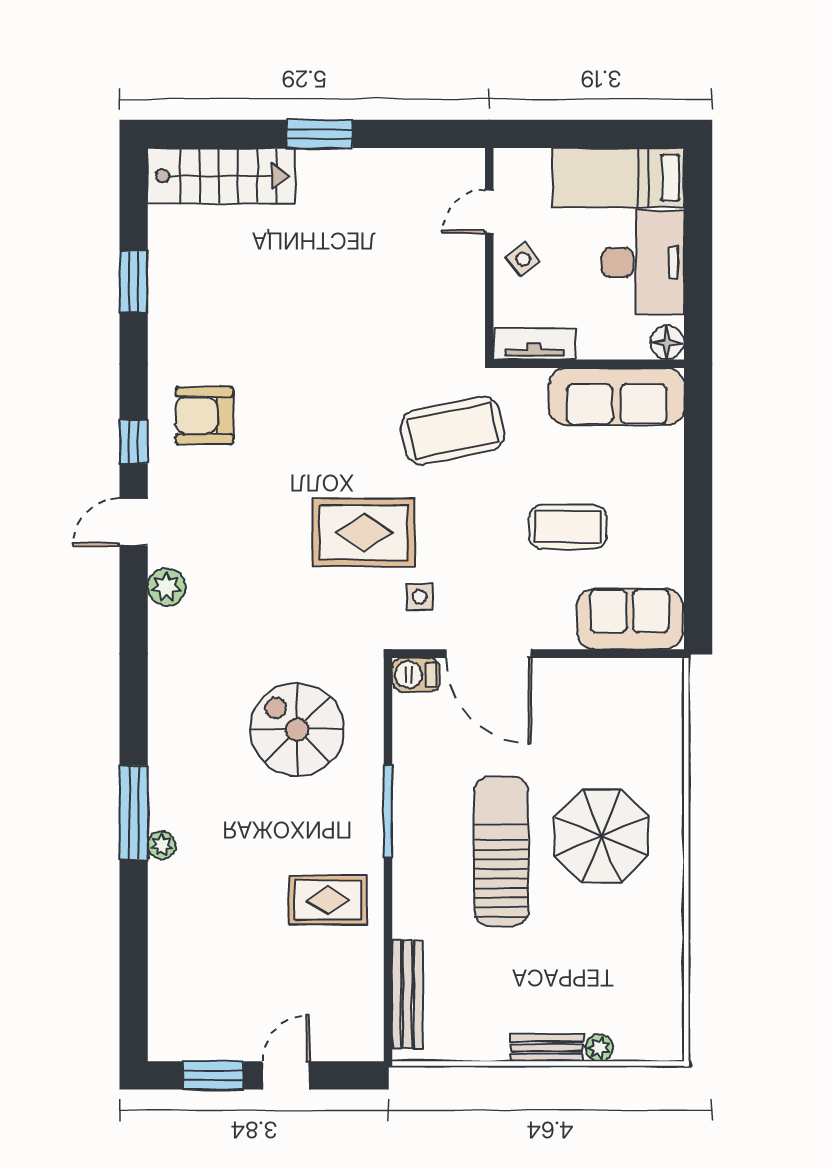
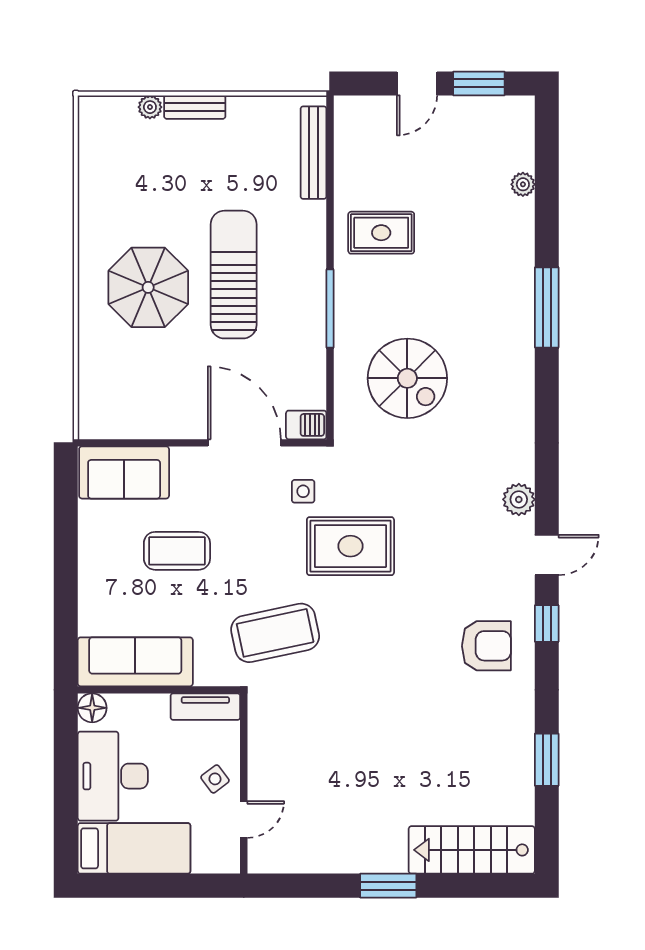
plant: (162, 845) -> (523, 184), moved
sun lounger: (501, 851) -> (234, 275), turned 180

